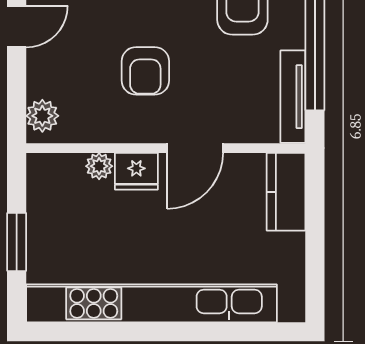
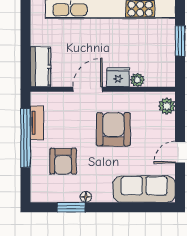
armchair: (145, 71) -> (113, 129), width x1.36, depth x1.36
tv unit: (293, 97) -> (37, 123), width x0.71

